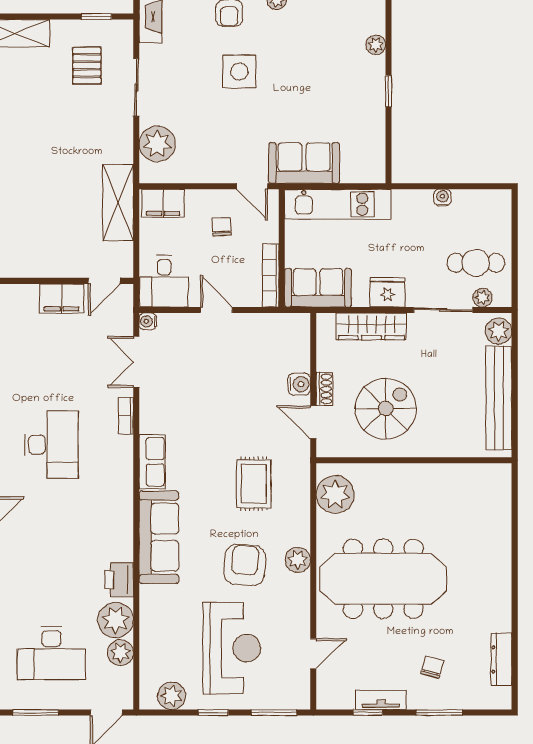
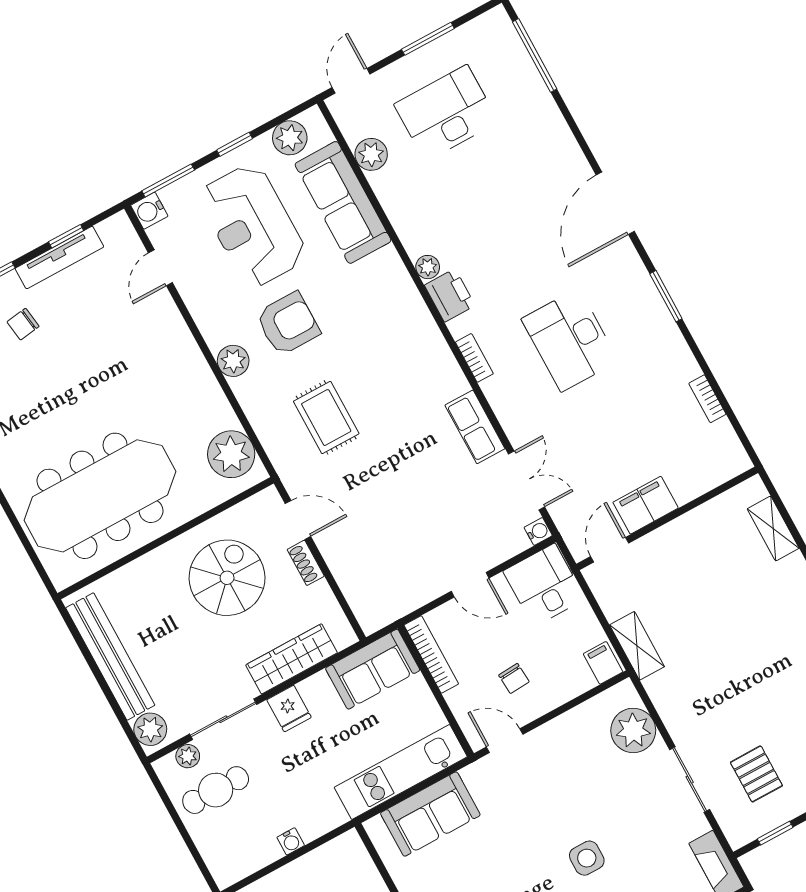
side table: (239, 71) -> (587, 858), width x0.73, depth x0.73
sofa: (304, 163) -> (430, 814), moved
shelving: (118, 202) -> (637, 646), width x0.67, depth x0.75
filing cabinet: (163, 203) -> (603, 663), width x0.50
fridge: (388, 292) -> (289, 709), width x0.72
water cooler: (299, 384) -> (149, 211), moved
spiral stairs: (386, 409) -> (227, 578), turned 180
bookcase: (126, 416) -> (474, 358), moved
row of seats: (152, 462) -> (475, 427), moved
sofa: (159, 537) -> (343, 202), moved
armchair: (245, 565) -> (288, 324), turned -95
meeting table: (383, 579) -> (100, 496), moved
printer: (119, 580) -> (450, 295), moved
plant: (116, 620) -> (428, 267), moved, width x0.53, depth x0.53
chair: (432, 667) -> (23, 324), turned 67
tv unit: (381, 700) -> (59, 258), width x1.41

